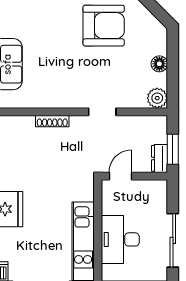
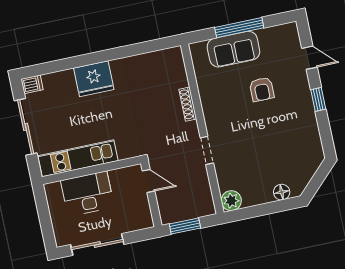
armchair: (104, 26) -> (262, 89), moved, width x0.53, depth x0.53
floor lamp: (159, 64) -> (282, 192), moved
dresser: (159, 158) -> (173, 215), removed

